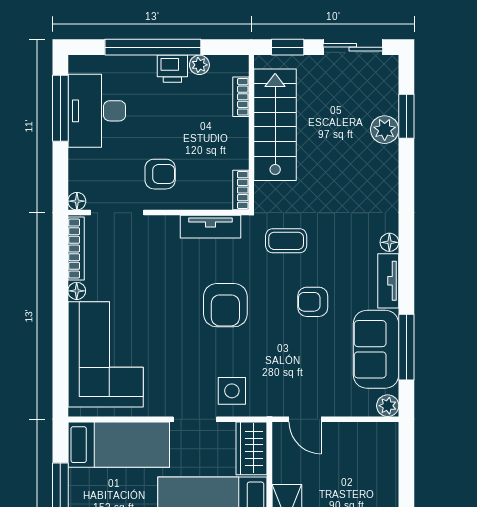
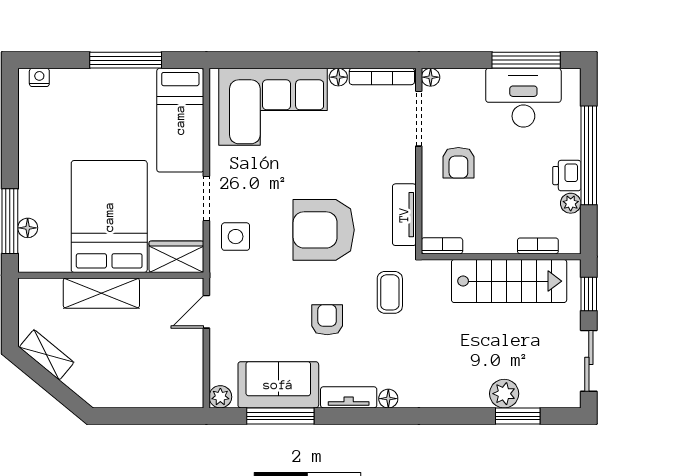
armchair: (225, 305) -> (324, 230), width x1.36, depth x1.36

